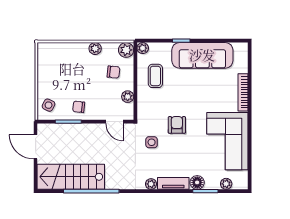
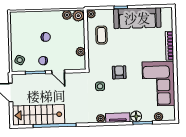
plant: (95, 49) -> (67, 15), moved
chair: (113, 72) -> (46, 37), moved
door: (114, 122) -> (58, 72), moved

